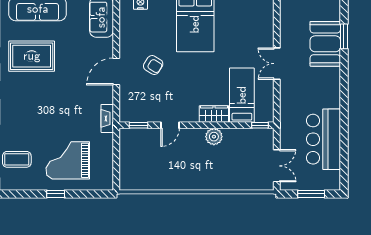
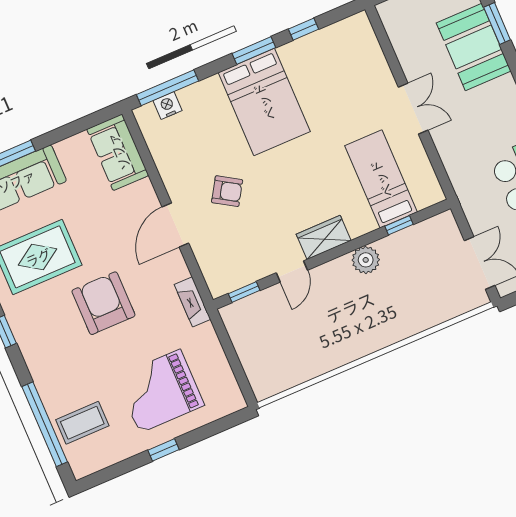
double door: (277, 64) -> (413, 109), swing flipped
armchair: (57, 98) -> (103, 303), added
wardrobe: (214, 114) -> (324, 237), moved
window: (260, 125) -> (399, 225), moved

